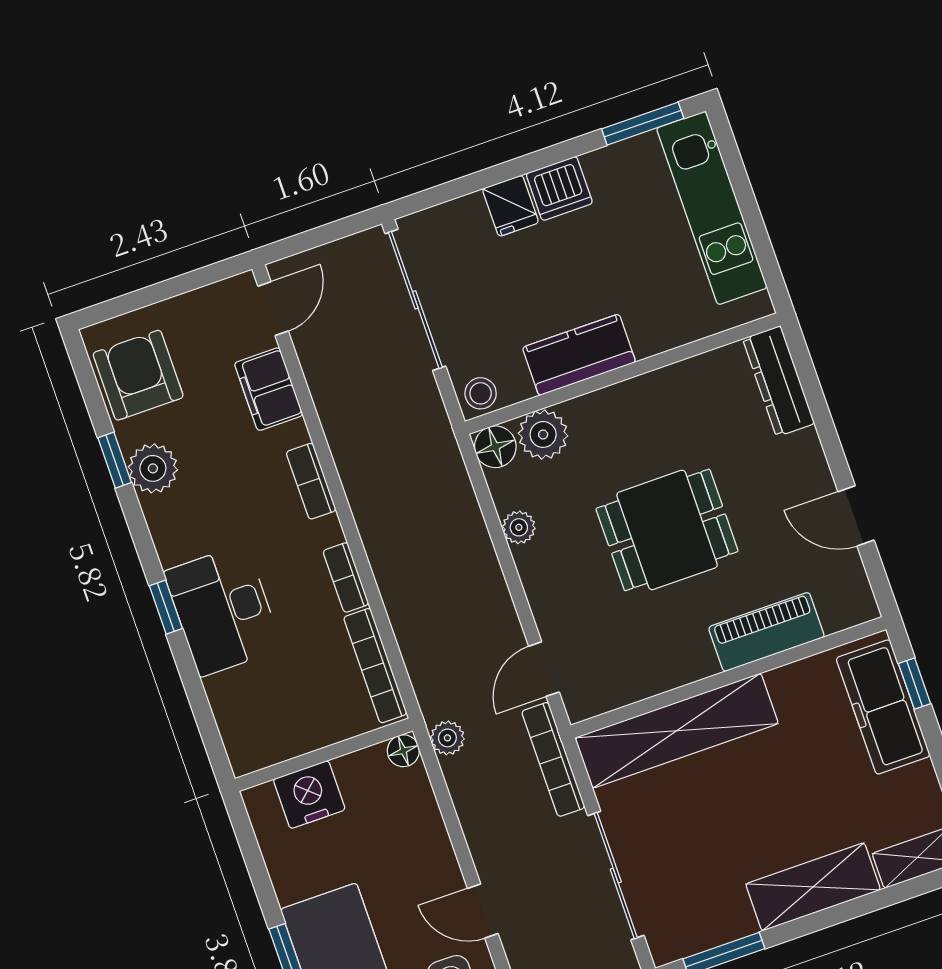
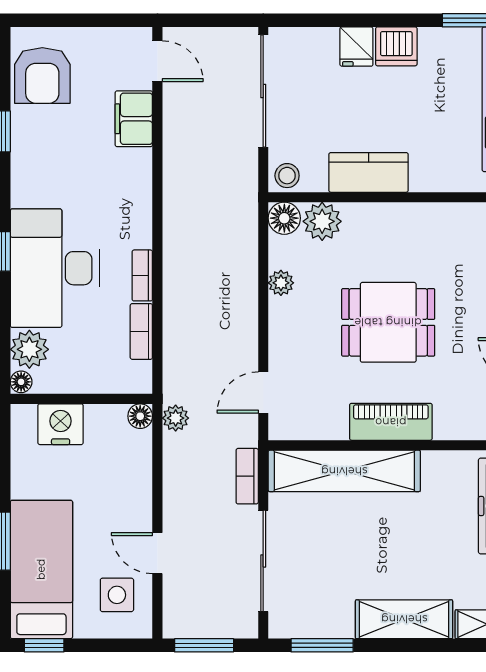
door: (273, 309) -> (157, 61), hinge flipped
armchair: (138, 375) -> (42, 76), turned 180
plant: (153, 468) -> (29, 349), moved
bookcase: (311, 481) -> (141, 197), removed
desk: (223, 610) -> (55, 268), width x1.36, depth x1.30
piano: (766, 632) -> (391, 422), moved
bookcase: (375, 666) -> (141, 331), width x0.64
floor lamp: (243, 759) -> (21, 382), added
bookcase: (553, 759) -> (247, 476), width x0.64

